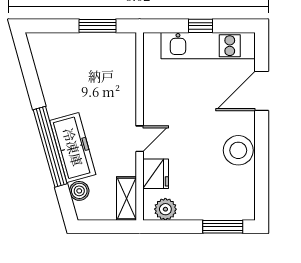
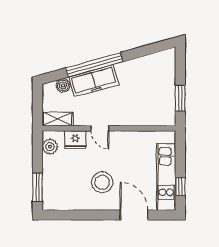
window: (200, 26) -> (180, 186), moved
stool: (238, 150) -> (102, 182), moved

